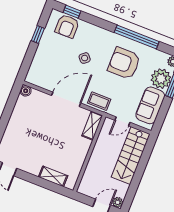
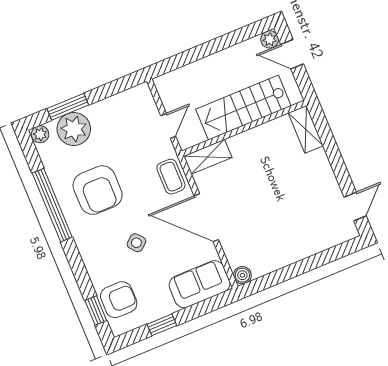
sofa: (150, 105) -> (200, 284), moved, turned 180
door: (122, 121) -> (168, 126), hinge flipped
stairs: (131, 155) -> (243, 108), moved, turned 180
shelving: (53, 176) -> (306, 129), moved

